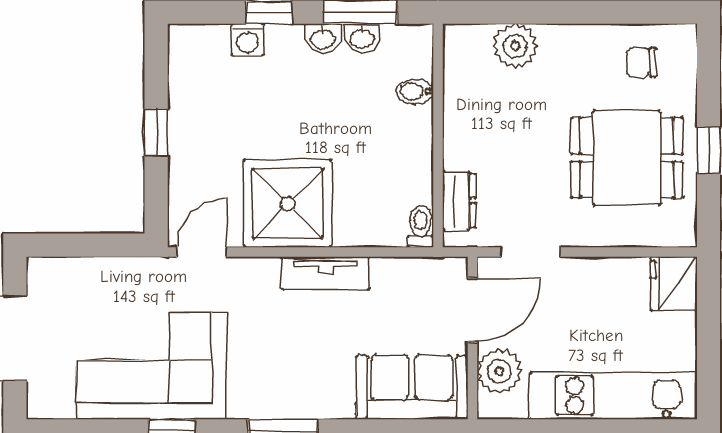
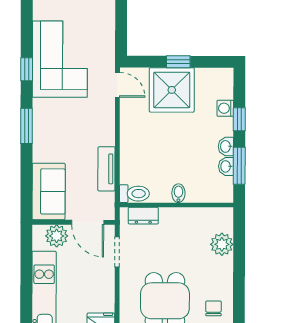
bidet: (415, 92) -> (178, 193), moved
shower: (288, 203) -> (172, 90), moved
toilet: (421, 226) -> (134, 194), width x1.37, depth x1.39
tv unit: (325, 273) -> (106, 169), moved

